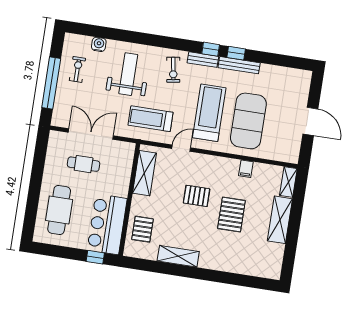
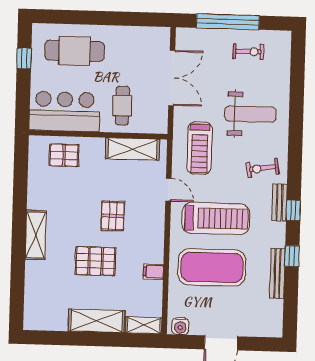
water cooler: (99, 44) -> (180, 326), moved, turned 90
window: (236, 53) -> (292, 256), moved
bench: (239, 65) -> (277, 273), moved
treadmill: (151, 119) -> (200, 148), turned 180
cafe table: (84, 164) -> (122, 106), moved
shelving: (178, 256) -> (36, 235), moved
window: (95, 257) -> (24, 58), moved

